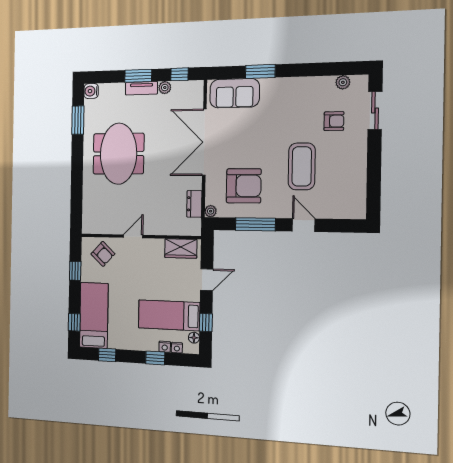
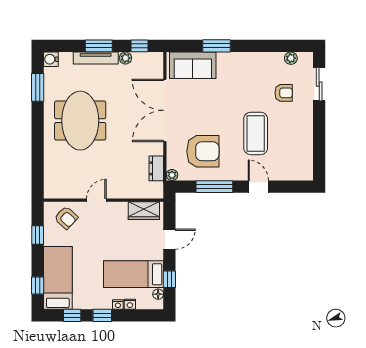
tv unit: (141, 88) -> (96, 58), width x1.41
nightstand: (177, 348) -> (118, 304), moved
window: (155, 358) -> (102, 315), moved

